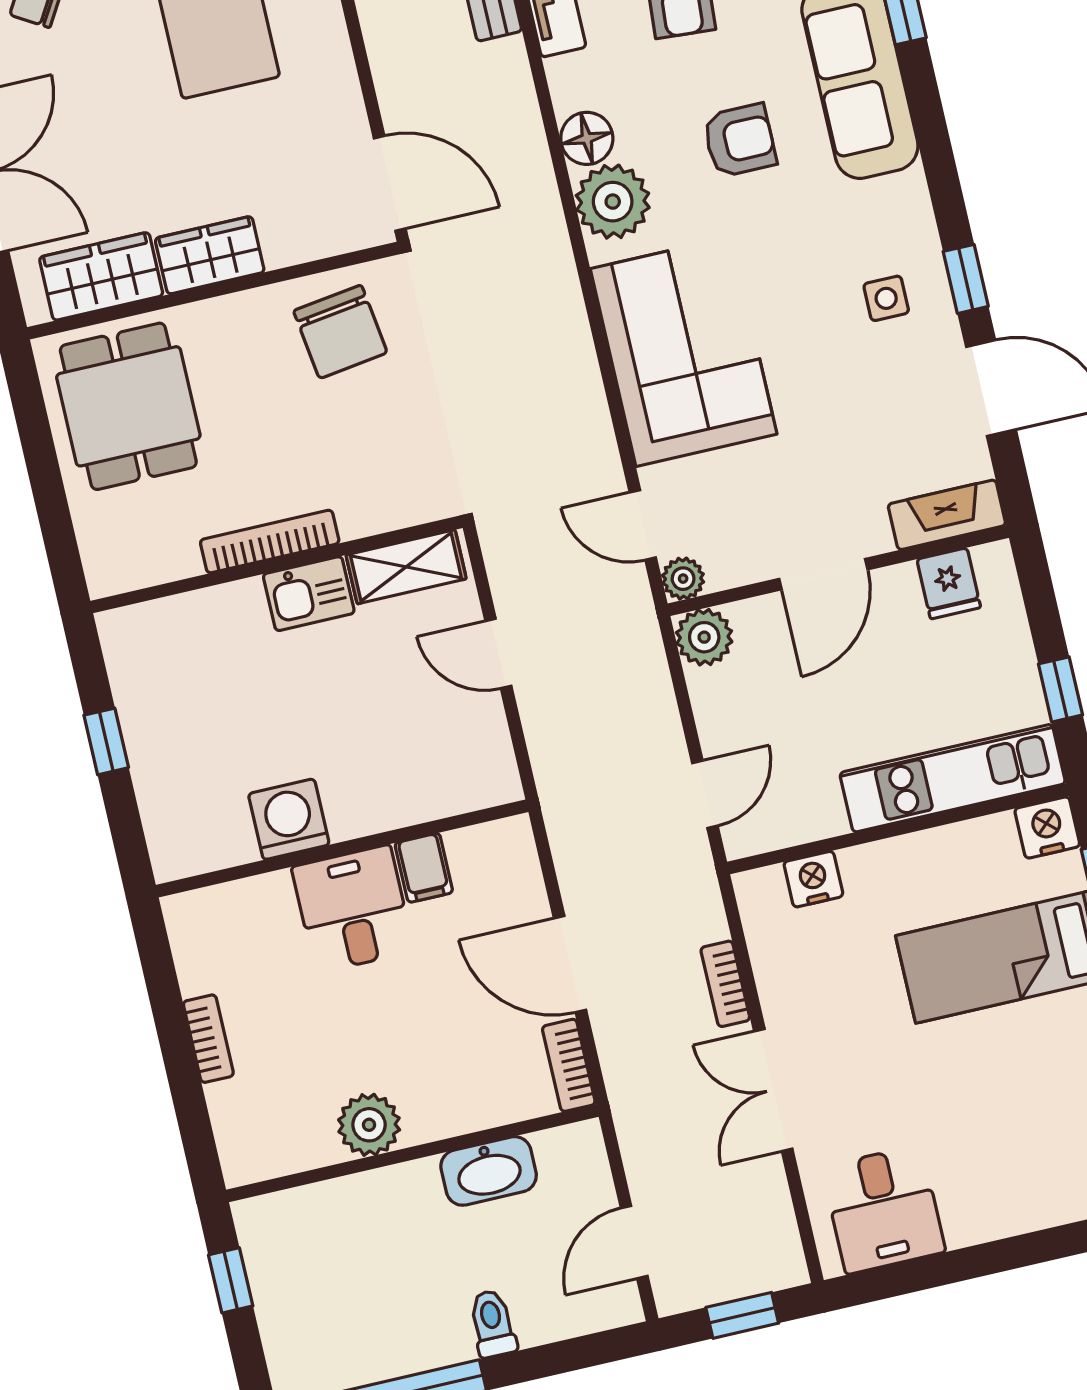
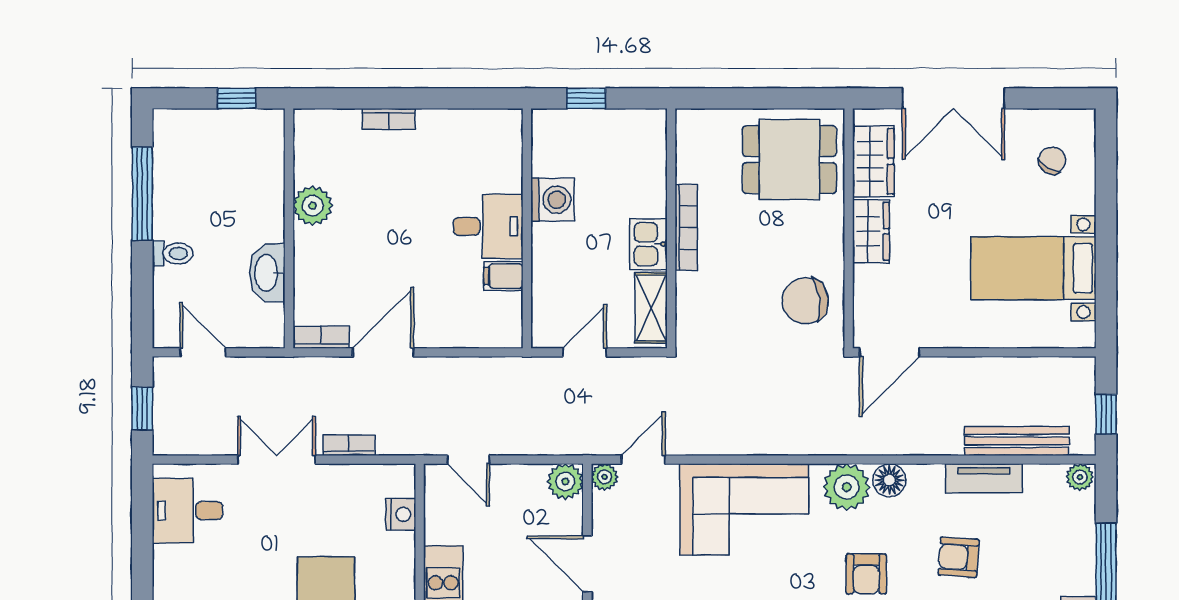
washing machine: (289, 819) -> (552, 200), moved
wall: (342, 848) -> (527, 228), moved
filing cabinet: (424, 868) -> (503, 276), moved
desk: (353, 909) -> (488, 226), moved

